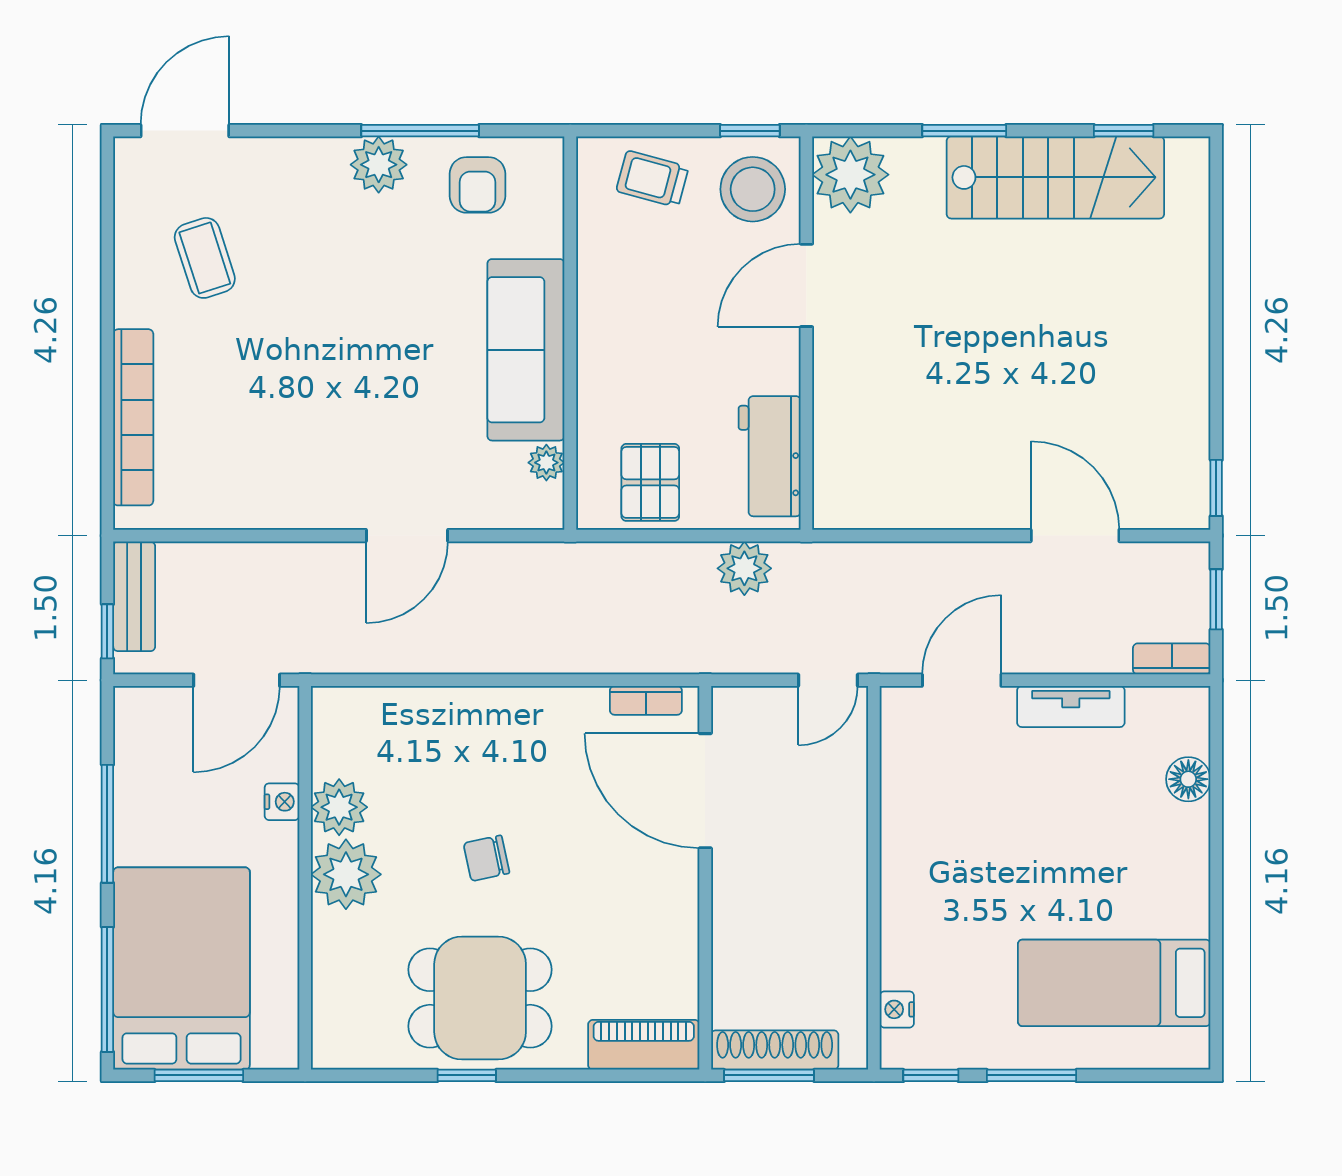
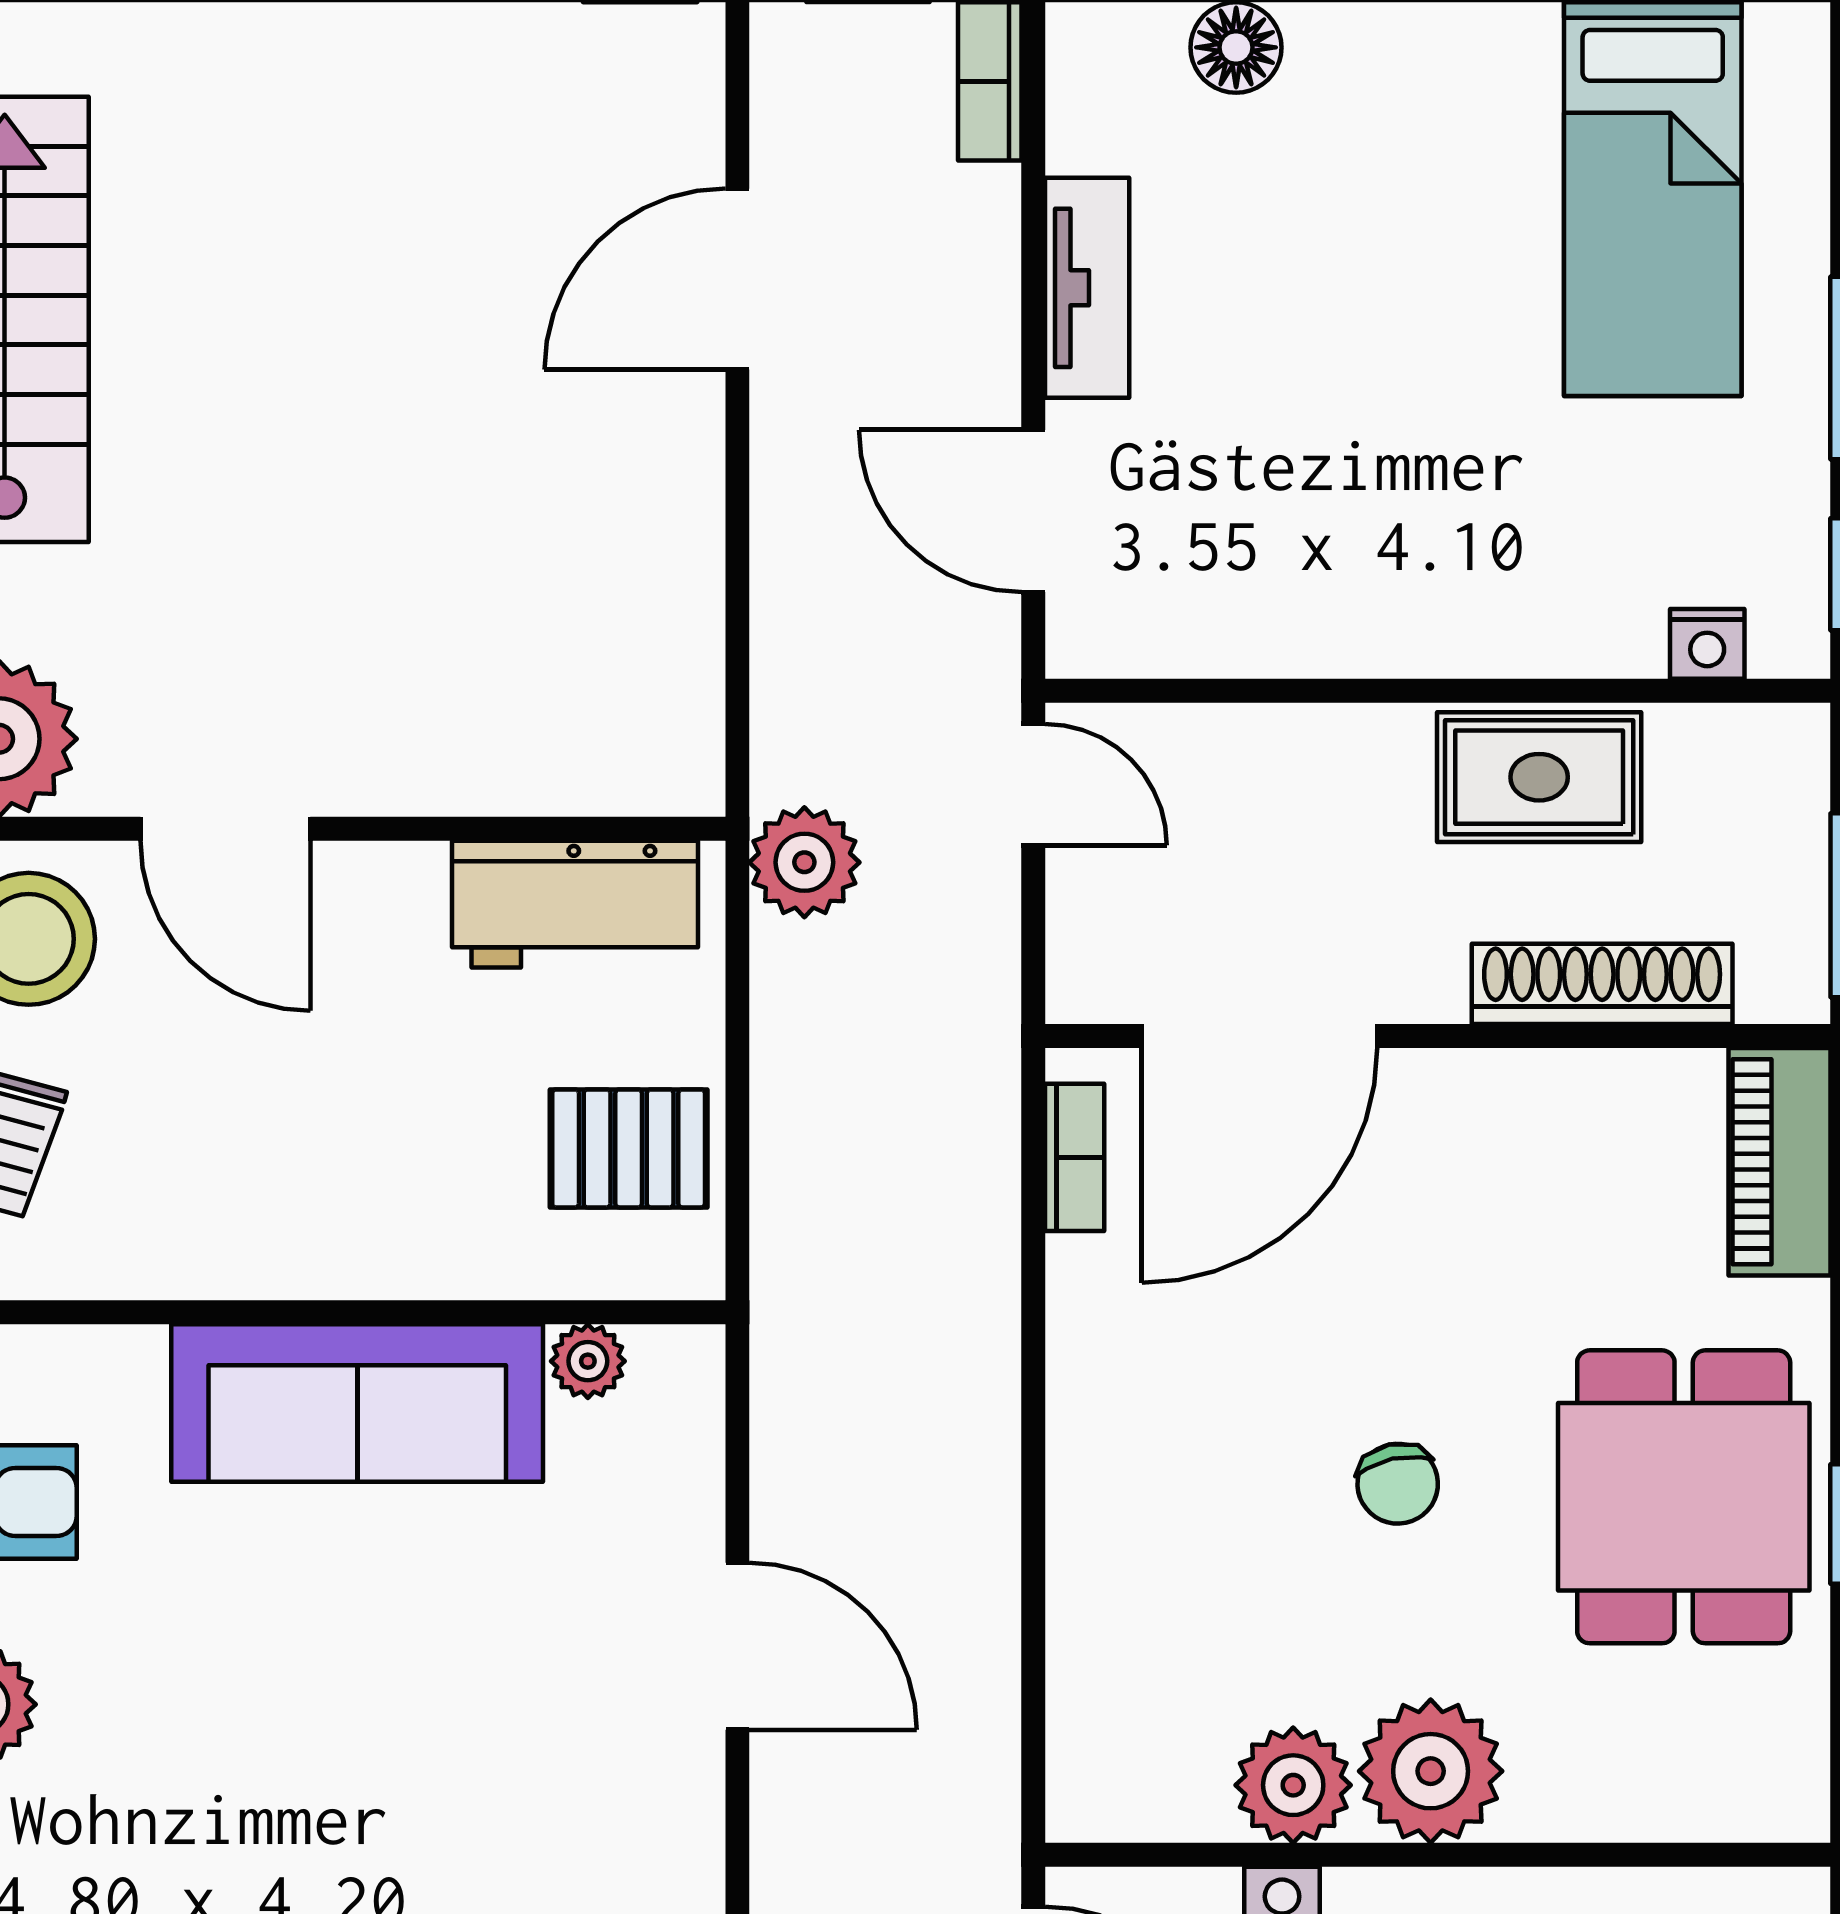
plant: (744, 568) -> (804, 862), moved
rug: (832, 927) -> (1539, 777), added
shoe rack: (775, 1050) -> (1602, 984), moved, turned 90

